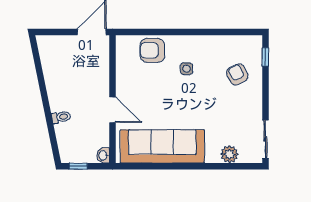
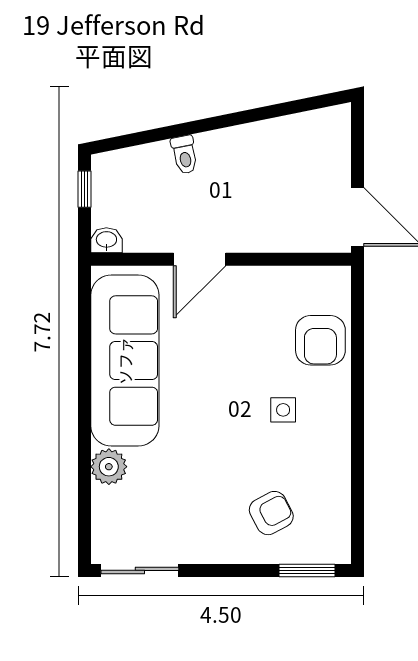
armchair: (152, 50) -> (320, 340), turned 180
window: (265, 57) -> (307, 570), width x1.50
plant: (229, 154) -> (109, 467), moved

